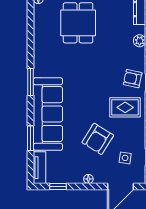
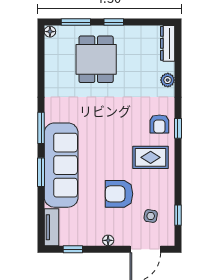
armchair: (133, 79) -> (159, 124), turned -102
window: (31, 138) -> (41, 172), moved
armchair: (98, 139) -> (119, 194), turned 58

